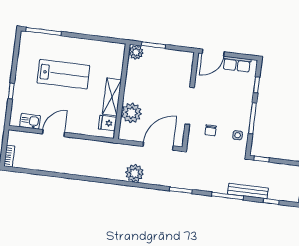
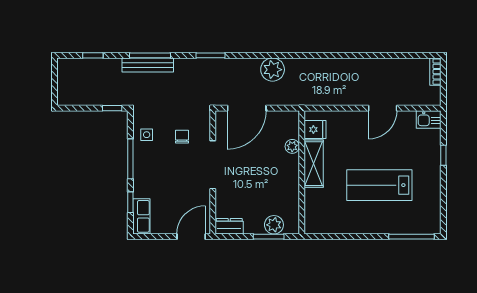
plant: (136, 52) -> (274, 225), moved
dresser: (183, 57) -> (229, 226), added
row of seats: (237, 64) -> (141, 216), moved, turned 90
plant: (131, 113) -> (292, 146), width x0.53, depth x0.53
kitchen sink: (30, 121) -> (429, 119), moved
bench: (248, 191) -> (148, 65), moved

